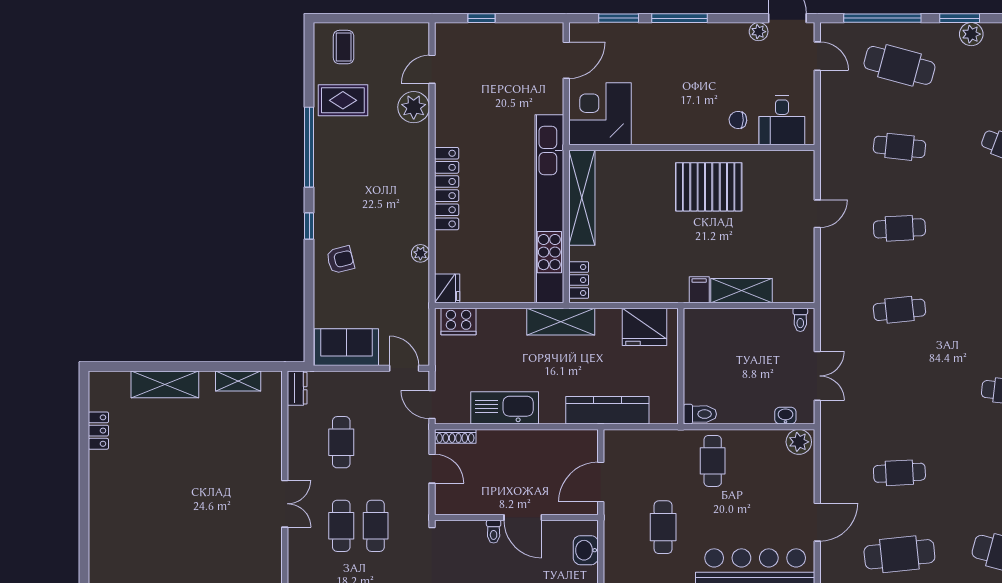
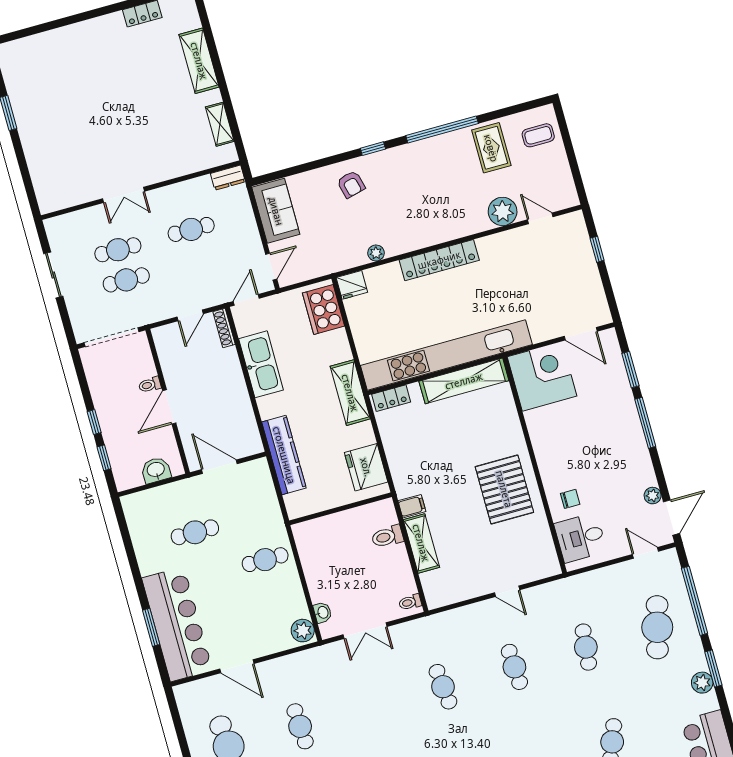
door: (817, 56) -> (645, 553), swing flipped
chair: (738, 120) -> (570, 499), turned 87
cooker: (458, 321) -> (323, 310), width x1.37, depth x1.31
toilet: (700, 414) -> (387, 537), moved, turned 90

